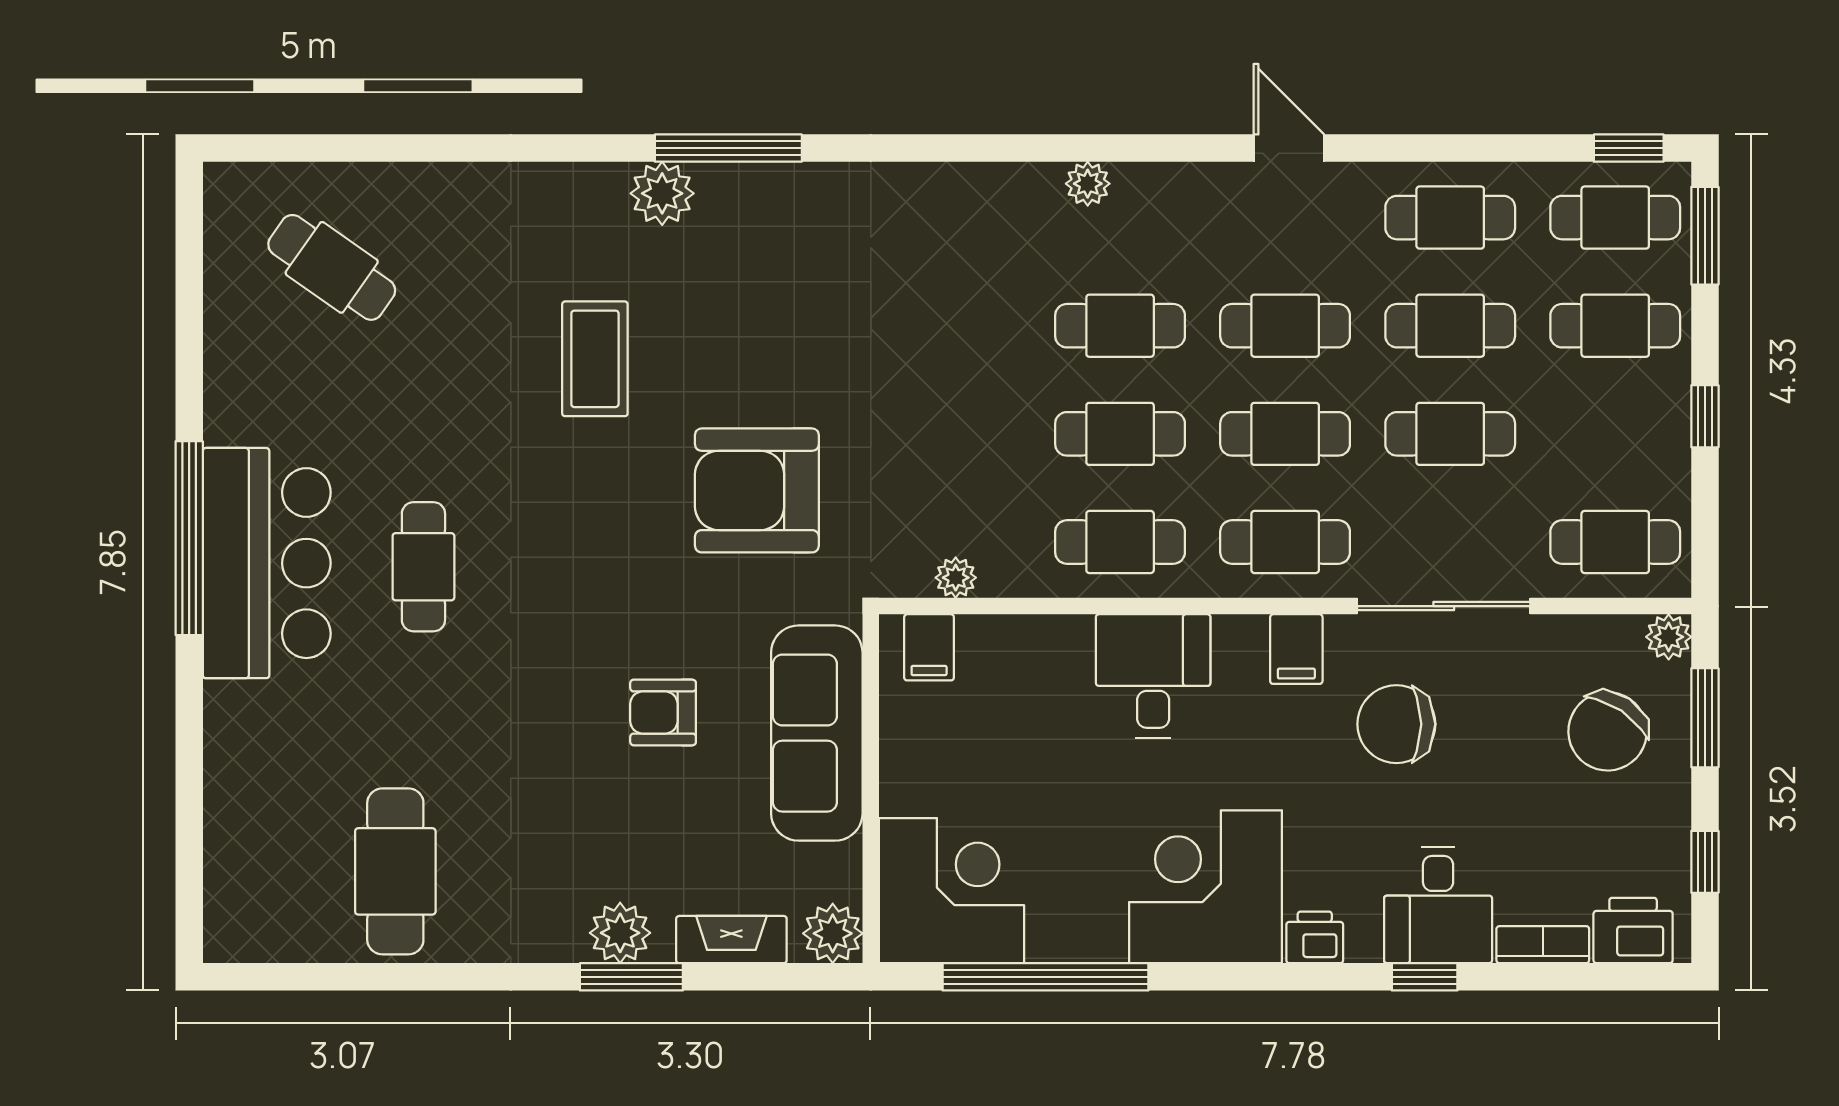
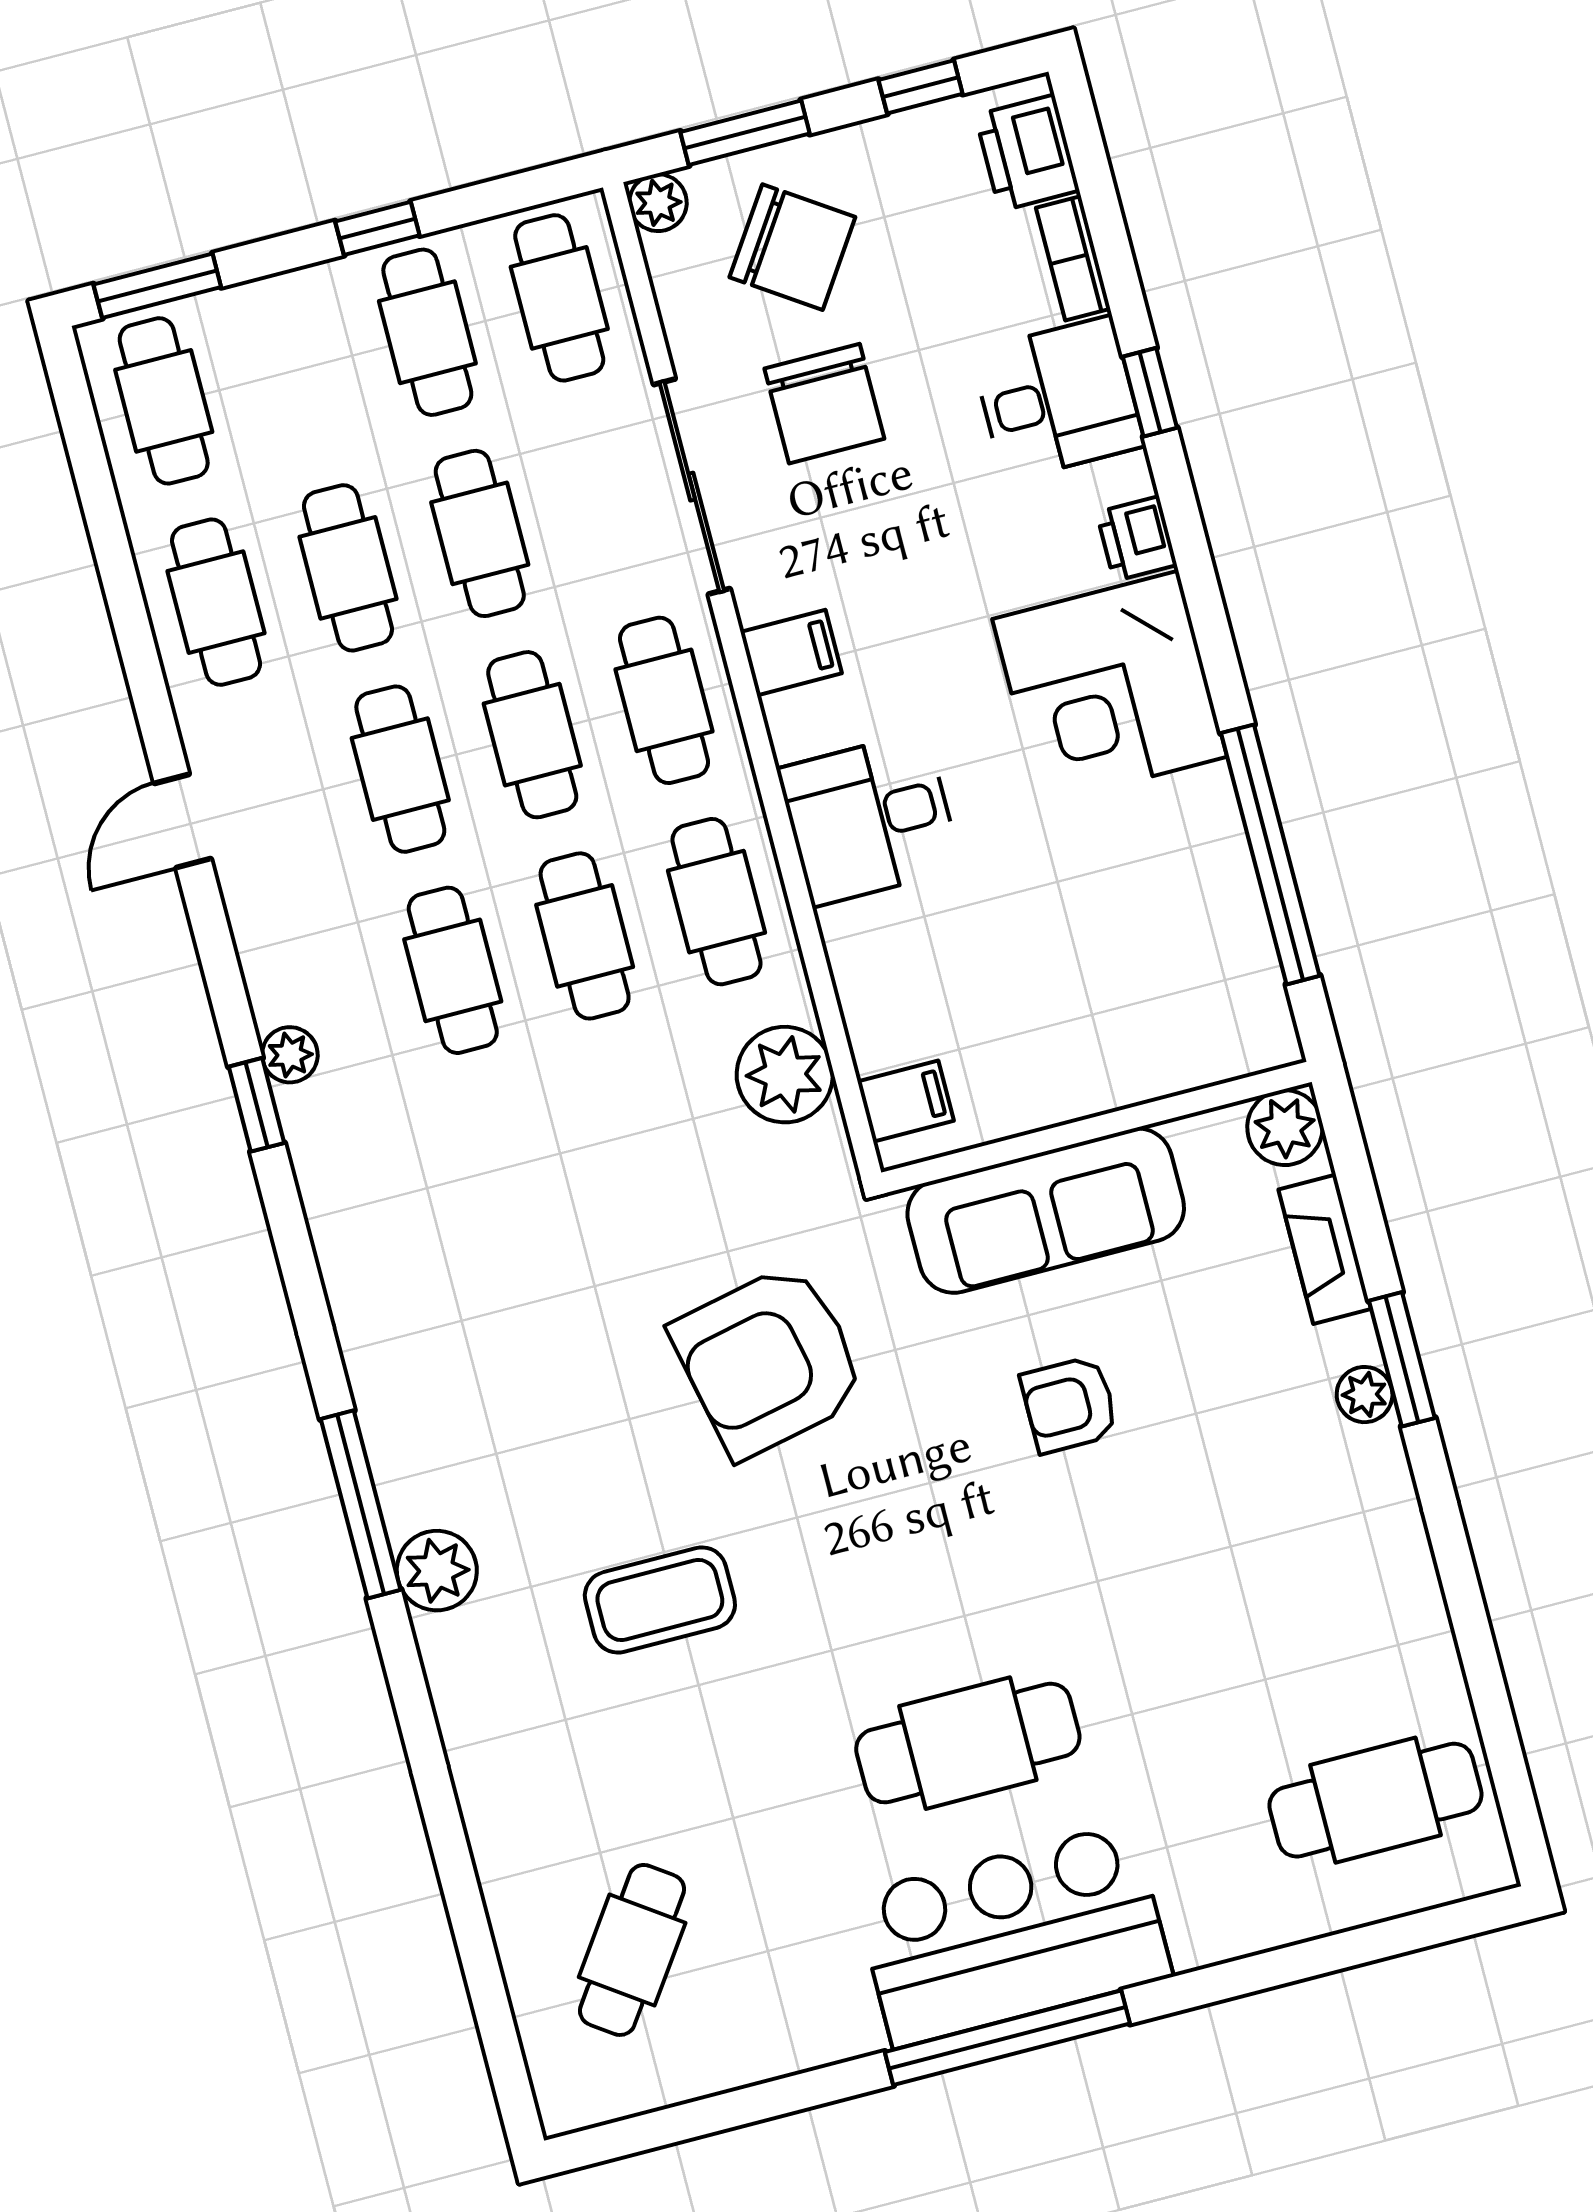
window: (1629, 148) -> (257, 1105), moved
cafe table: (1615, 326) -> (427, 332), moved
armchair: (757, 490) -> (769, 1361), turned 78
cafe table: (423, 567) -> (968, 1743), width x1.37, depth x1.35
plant: (956, 578) -> (785, 1075), width x1.87, depth x1.87
armchair: (663, 712) -> (1069, 1405), turned 90
chair: (1396, 724) -> (824, 404), moved
cafe table: (395, 871) -> (1375, 1800), moved
corner desk: (951, 891) -> (1195, 996), removed
plant: (620, 933) -> (1365, 1395), width x0.73, depth x0.73

